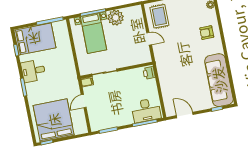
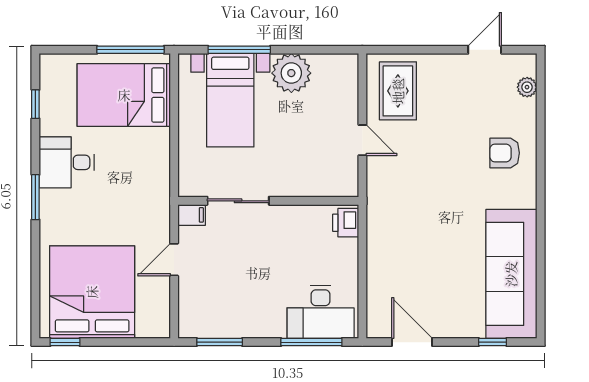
bed: (35, 39) -> (124, 95), moved, turned 180

